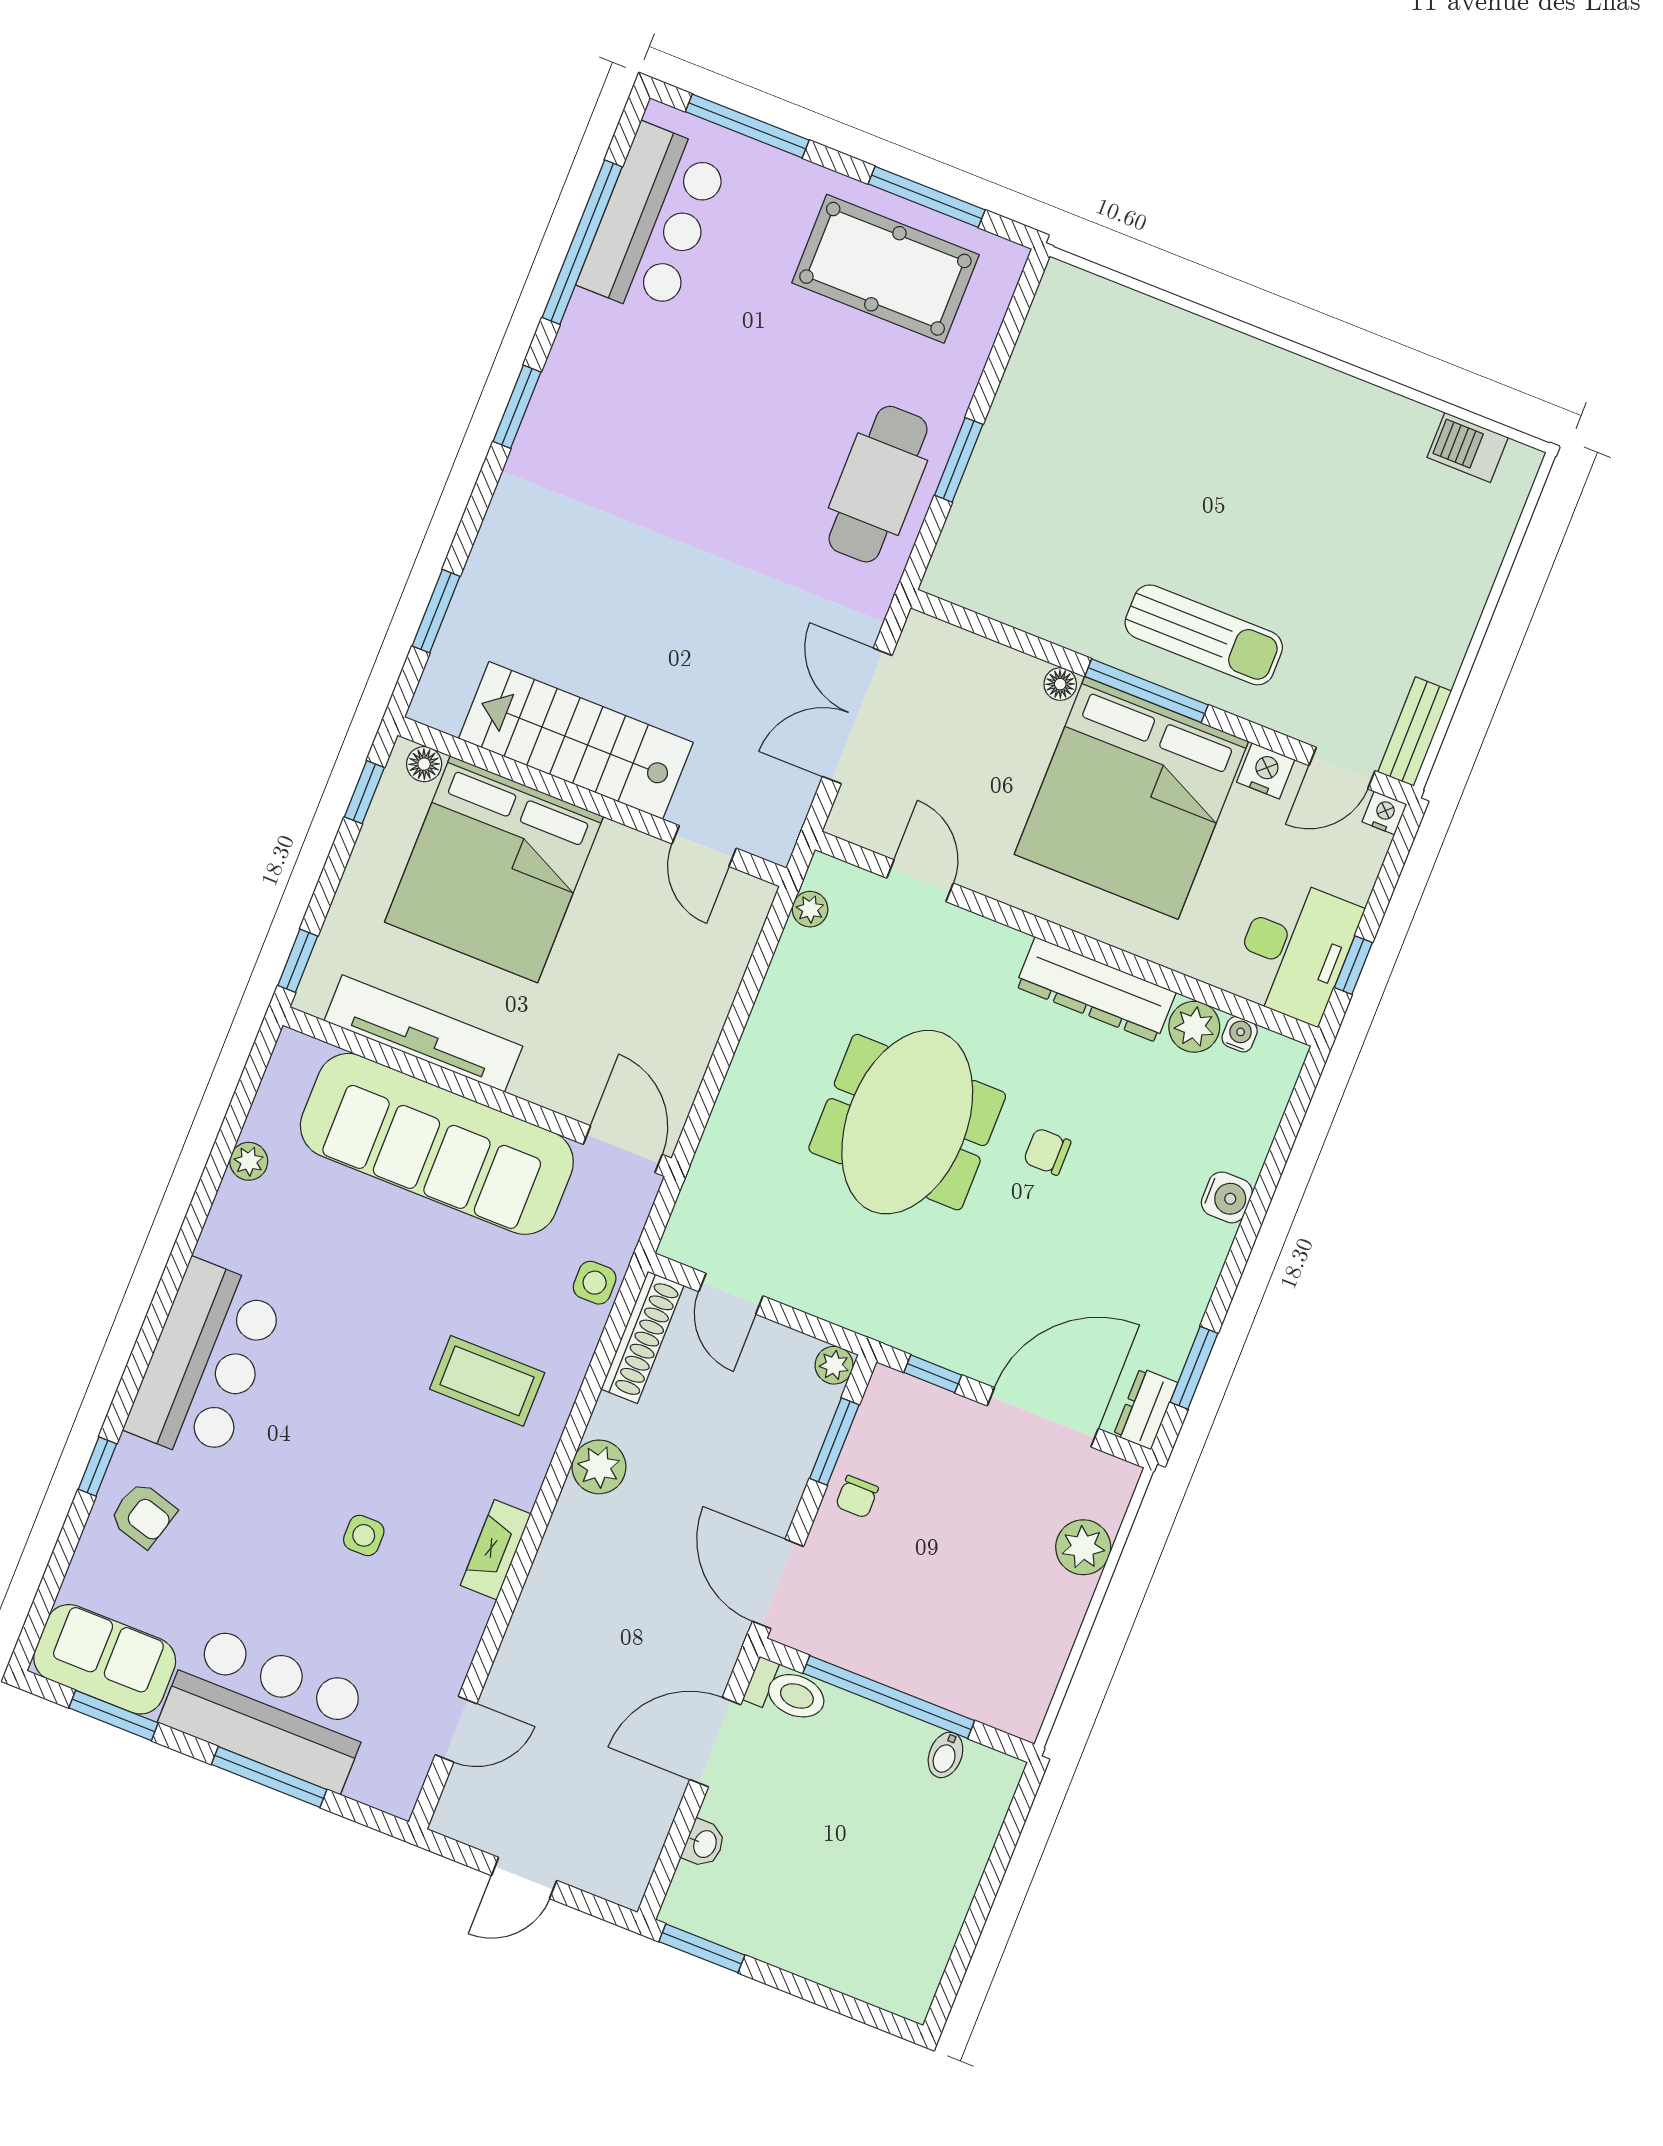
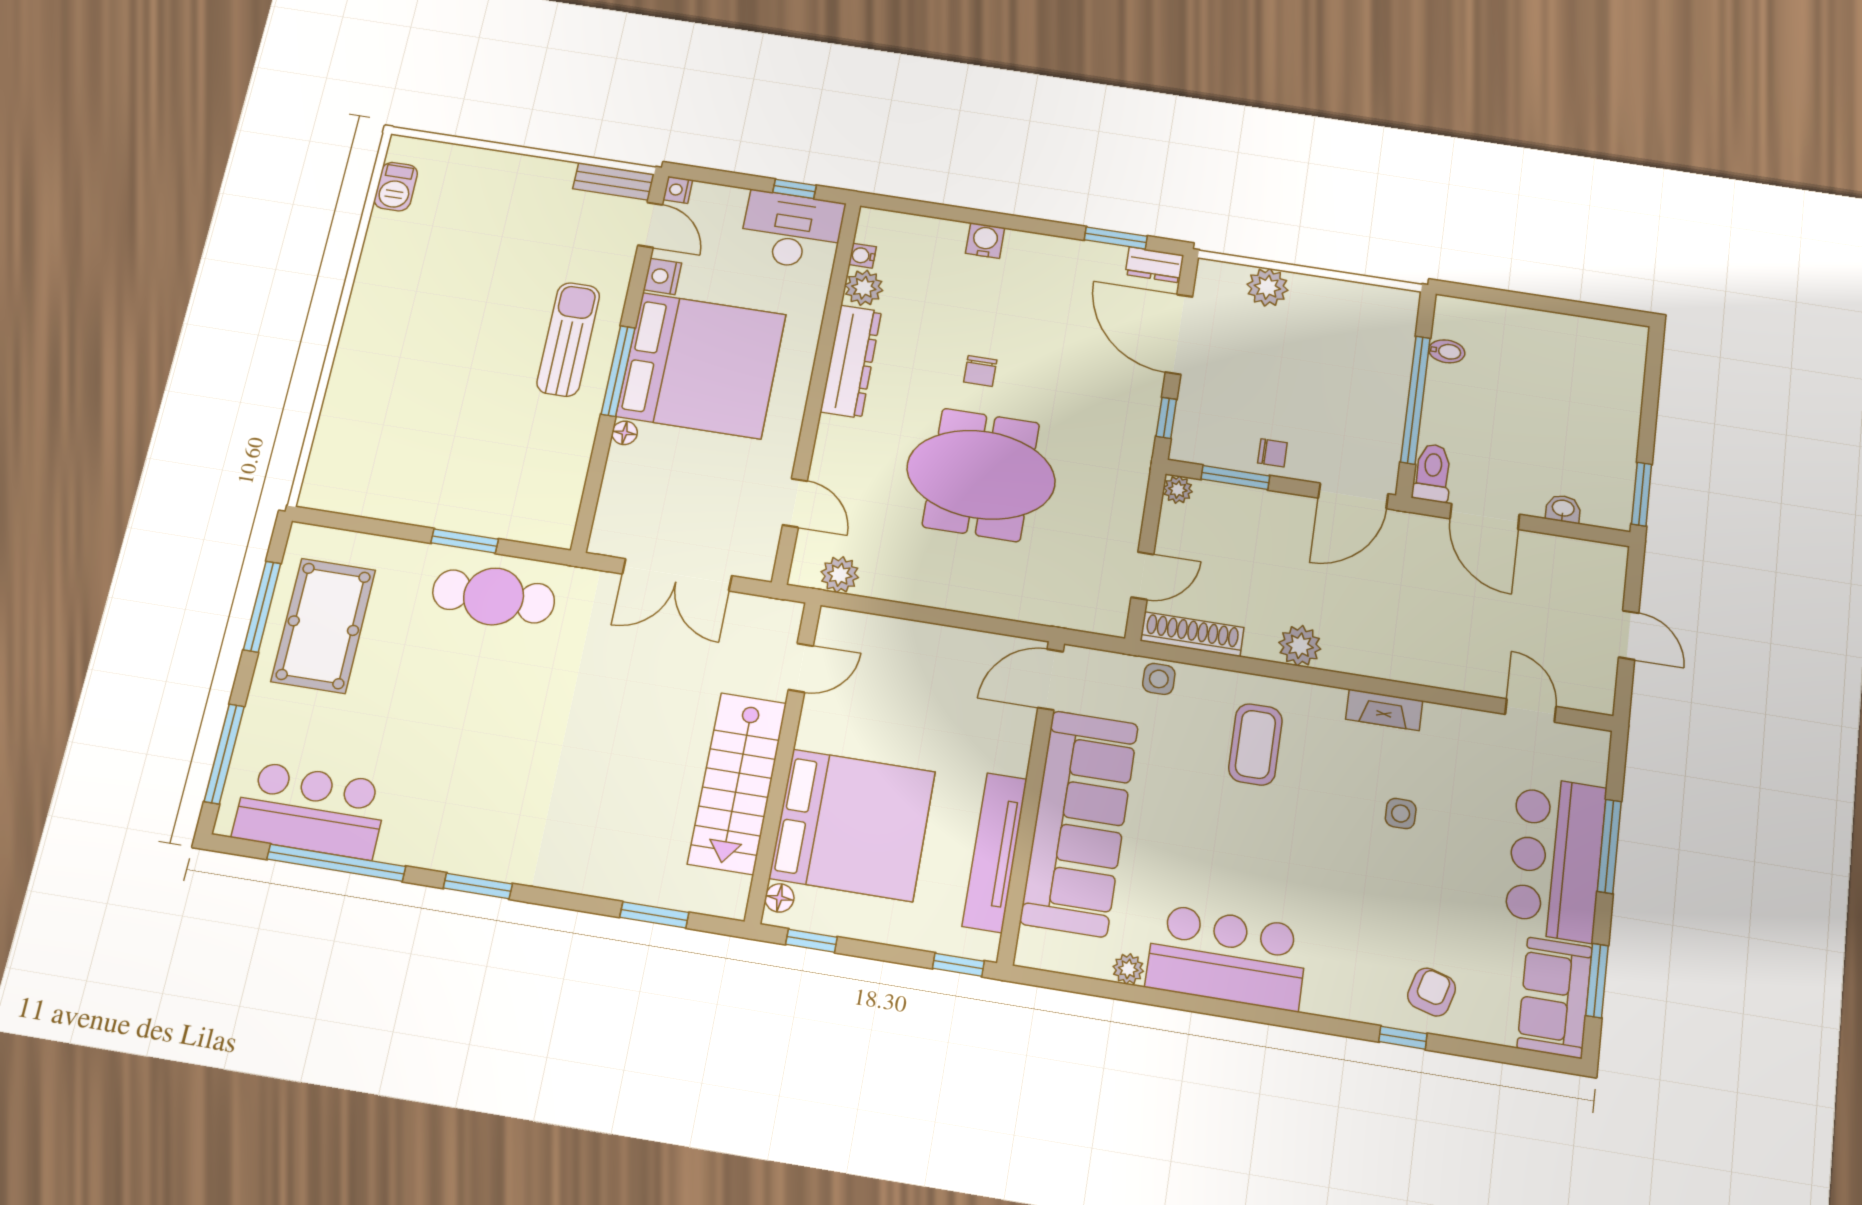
door: (920, 881) -> (795, 503), swing flipped
plant: (810, 909) -> (840, 575), width x1.38, depth x1.38
bar counter: (205, 1362) -> (1227, 957), moved

